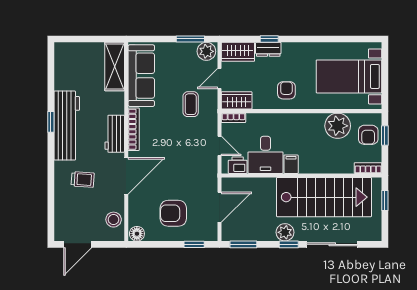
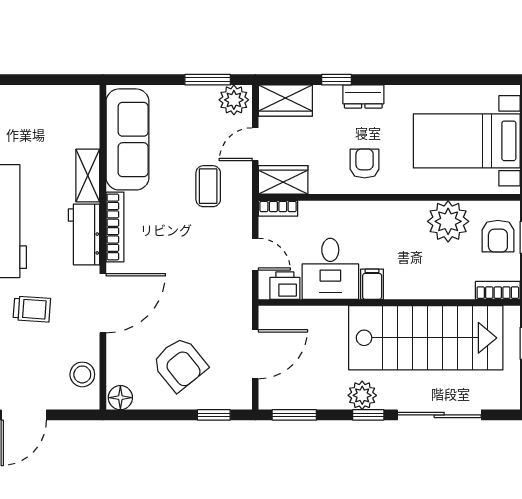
dresser: (268, 49) -> (363, 96), moved
shelving: (115, 67) -> (88, 175), moved, width x0.67, depth x0.75
armchair: (173, 213) -> (180, 364), turned -129

